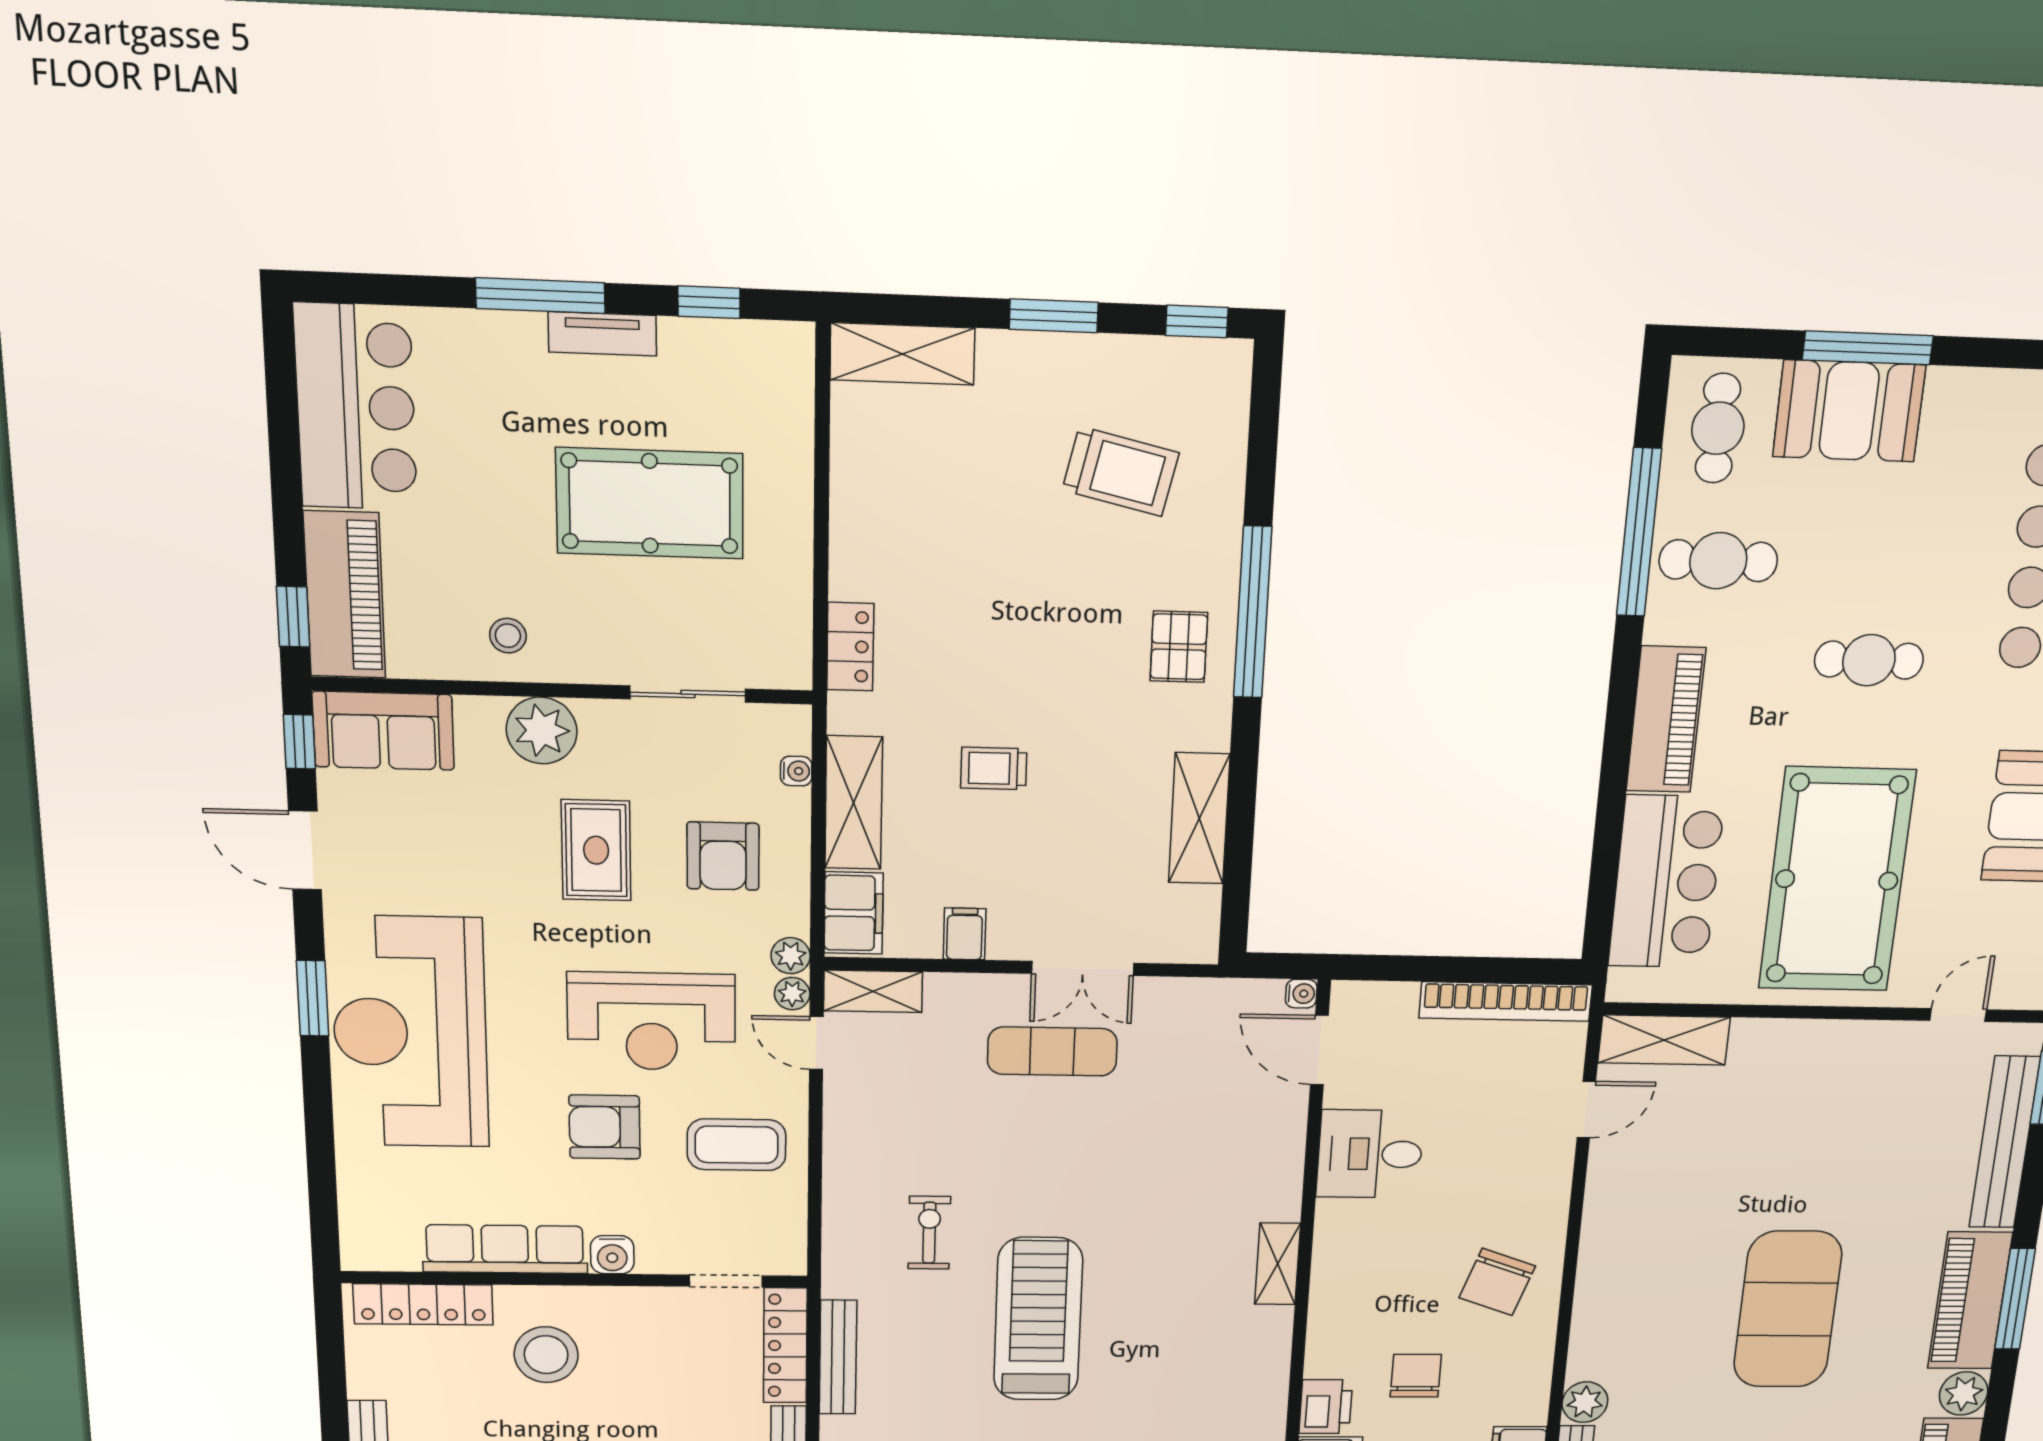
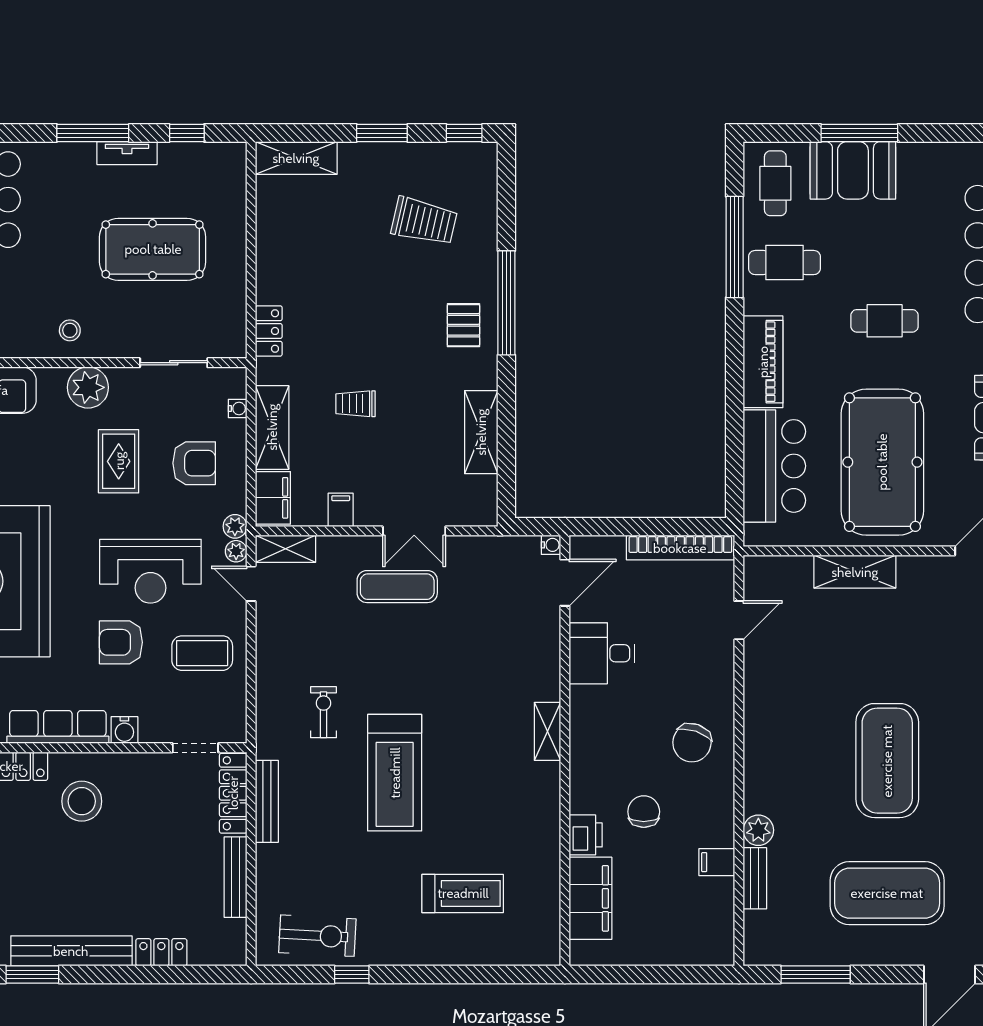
armchair: (723, 856) -> (194, 463), turned -90
shelving: (1664, 1040) -> (855, 572), moved
door: (1319, 1050) -> (565, 583), swing flipped
treadmill: (1038, 1319) -> (395, 773), turned 180

